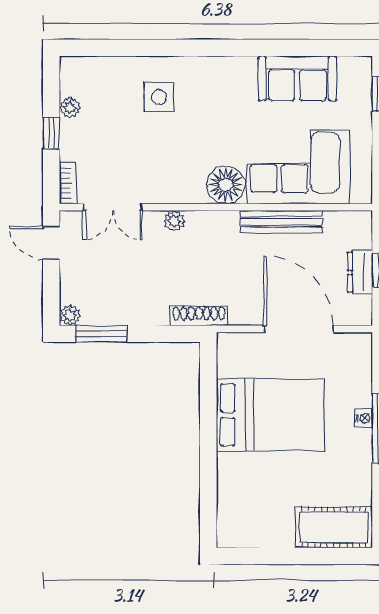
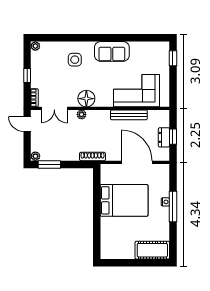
sofa: (297, 78) -> (112, 51), moved
plant: (70, 108) -> (35, 46), moved
floor lamp: (226, 185) -> (86, 99), moved

